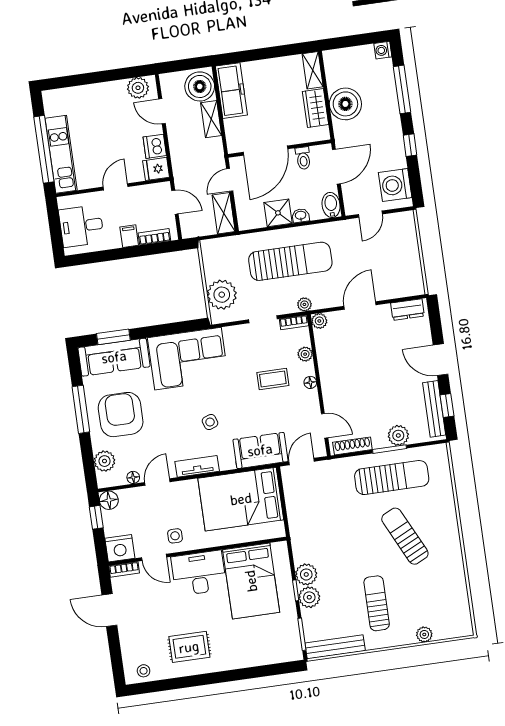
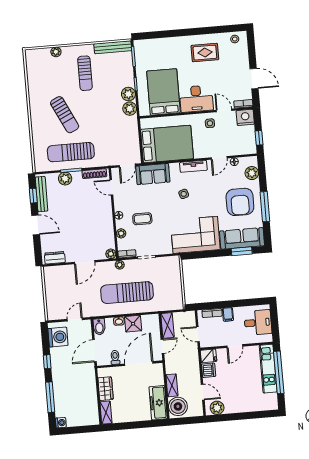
boiler: (345, 104) -> (86, 390), removed
plant: (222, 295) -> (172, 274), removed
floor lamp: (109, 500) -> (250, 148), removed
plant: (309, 597) -> (130, 109), moved

